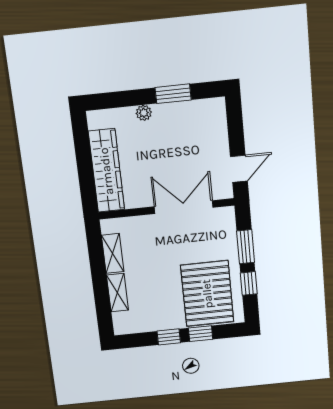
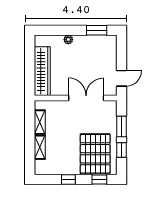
window: (173, 94) -> (97, 30), moved
window: (201, 334) -> (99, 179), moved

